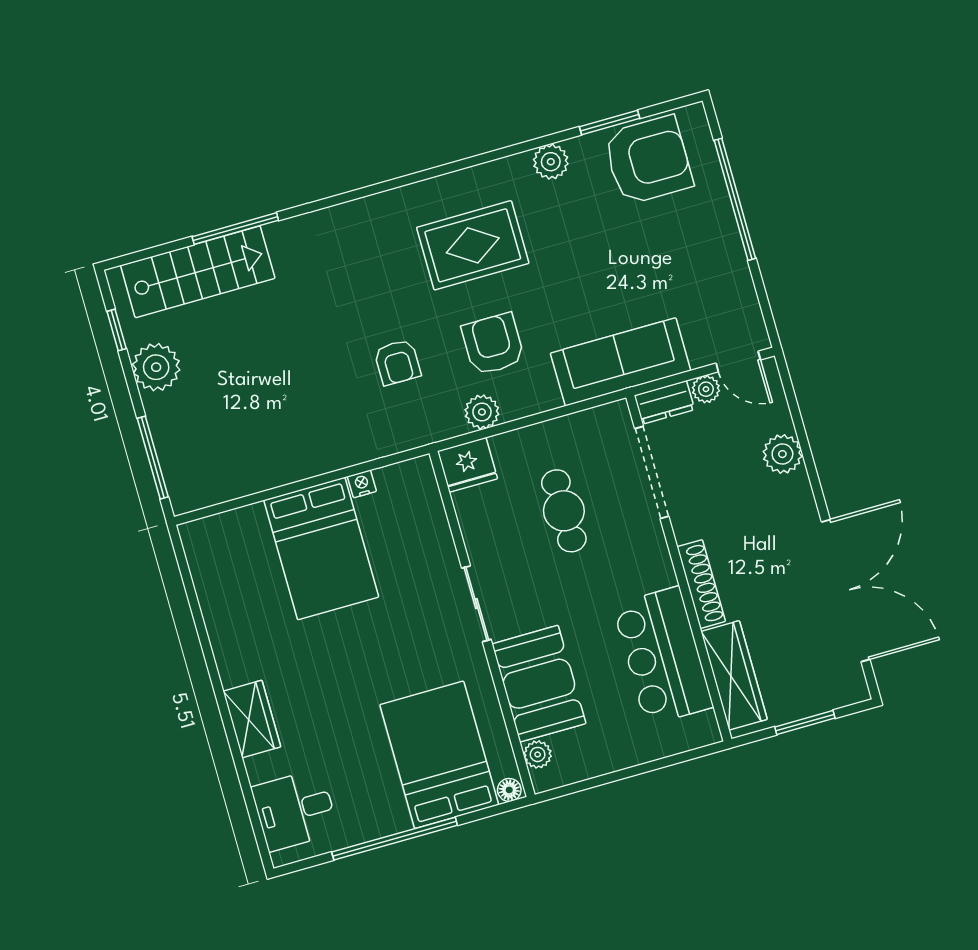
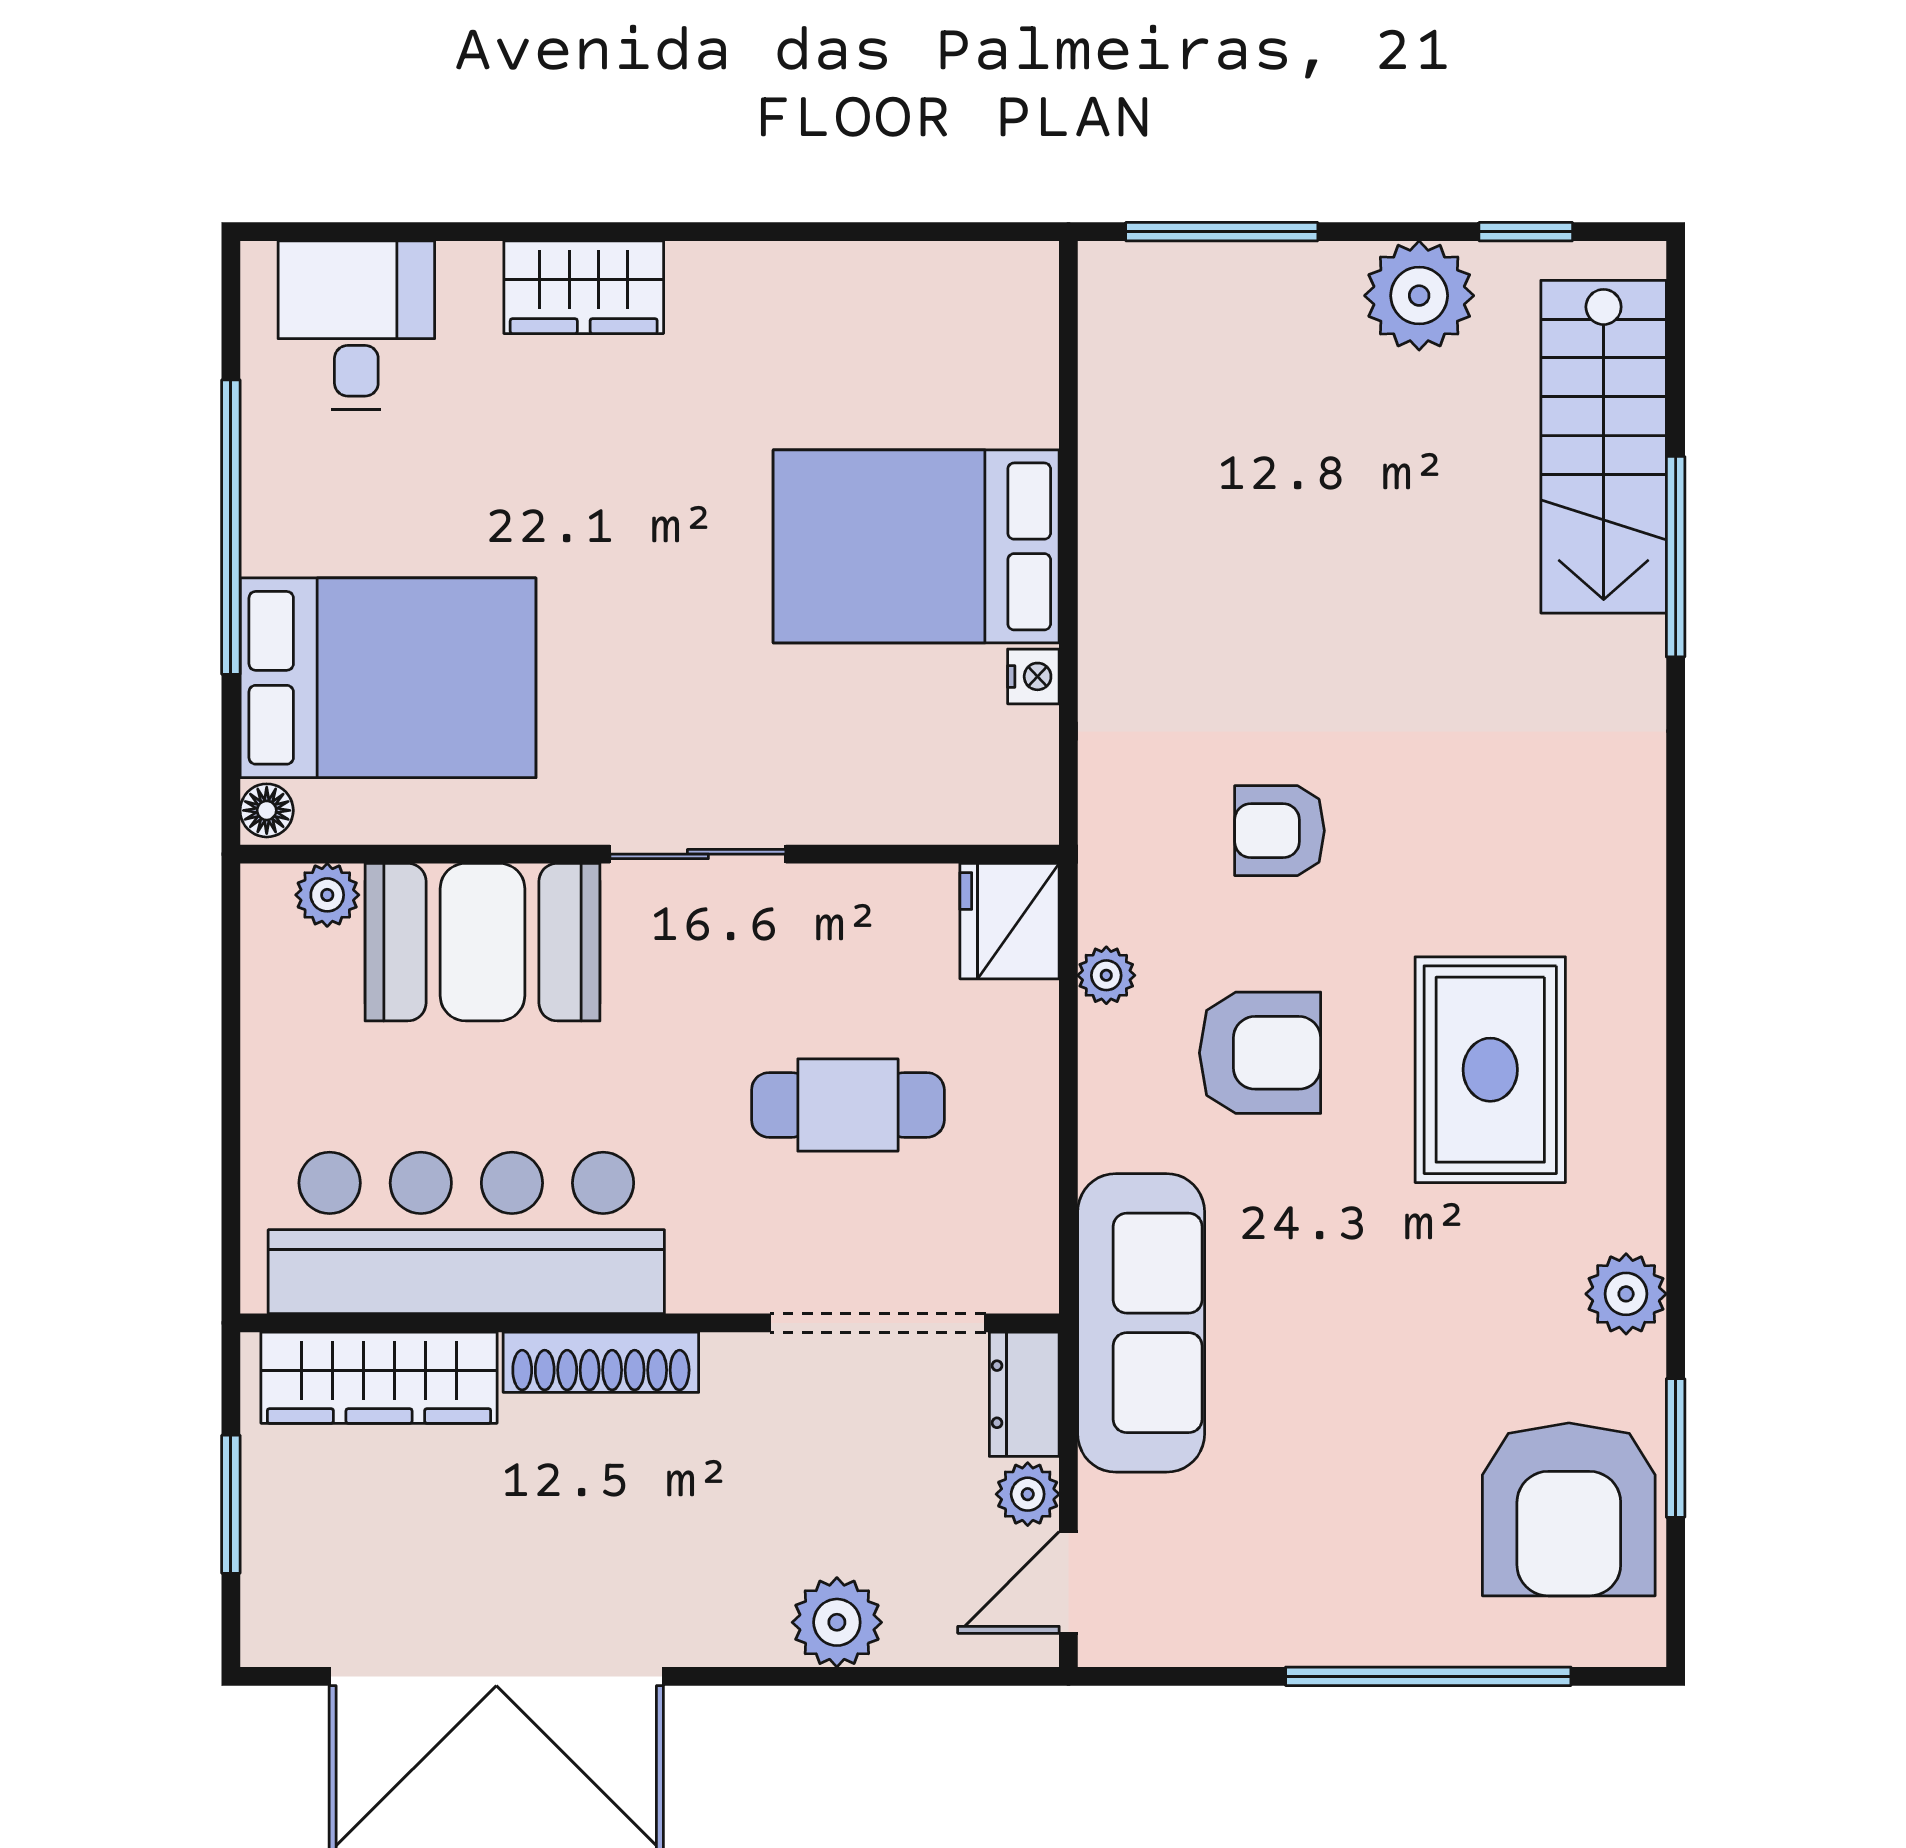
plant: (482, 412) -> (1106, 975), width x0.73, depth x0.73
bar counter: (663, 656) -> (466, 1233), width x1.36

